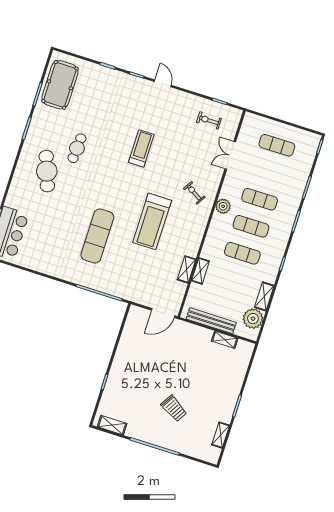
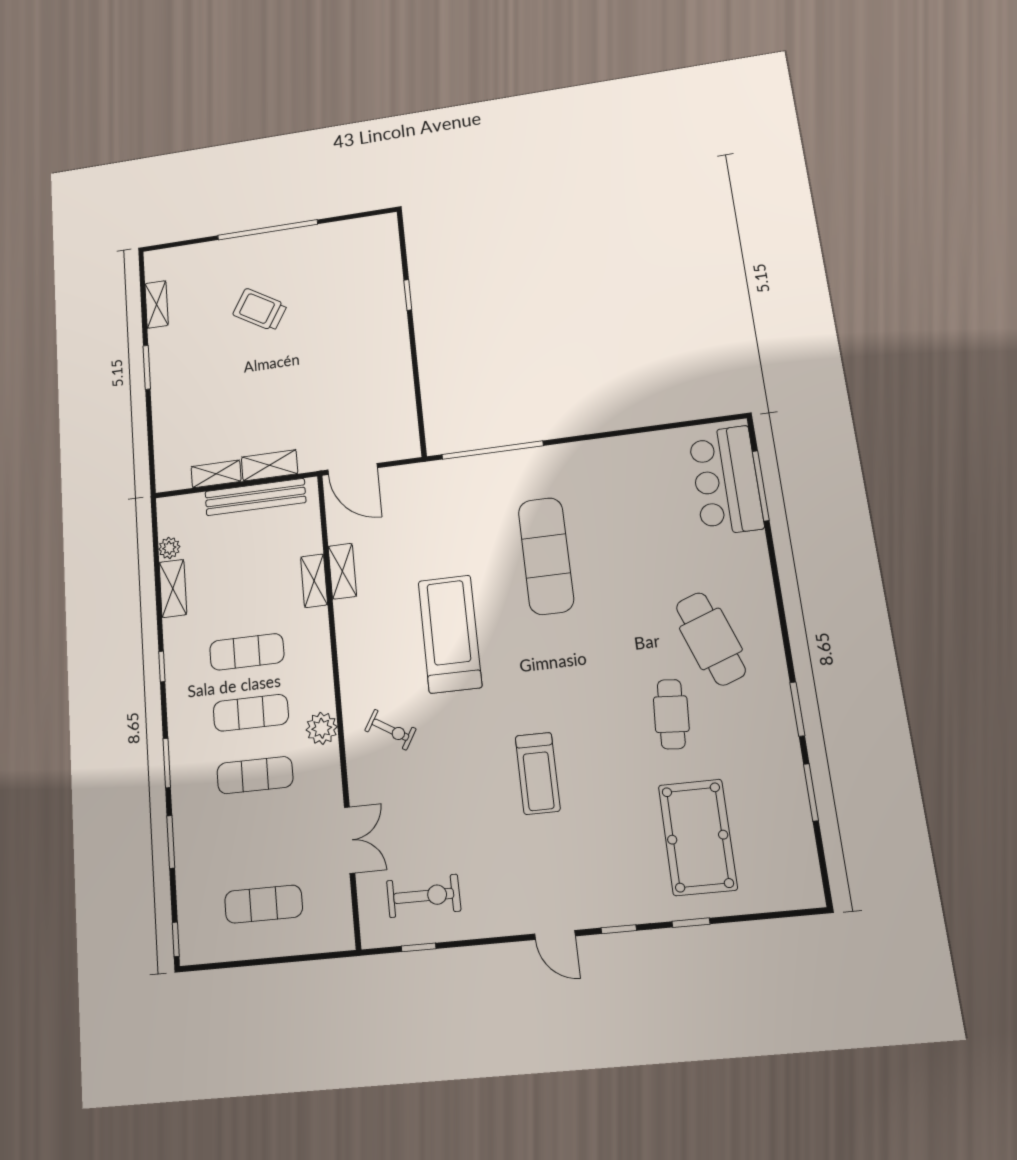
pool table: (60, 85) -> (698, 837), moved
exercise bike: (209, 120) -> (424, 896), width x1.38, depth x1.39
door: (163, 313) -> (353, 469), swing flipped
plant: (253, 319) -> (169, 548), width x0.53, depth x0.53
shelving: (112, 425) -> (270, 465), moved

